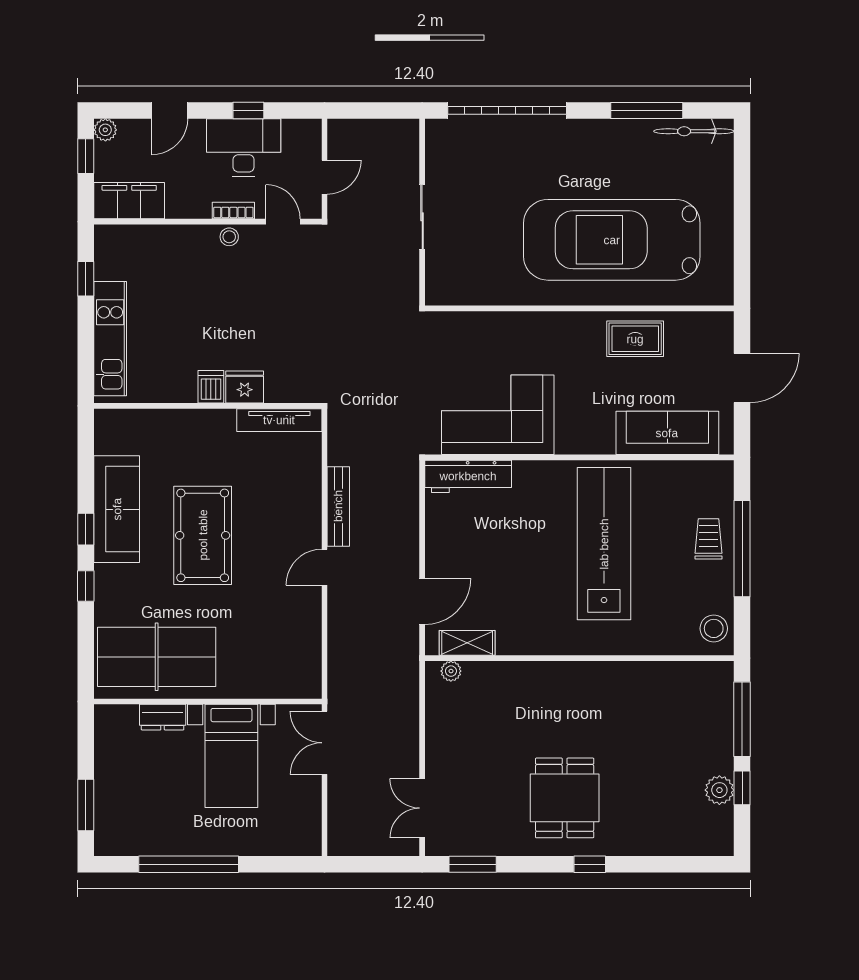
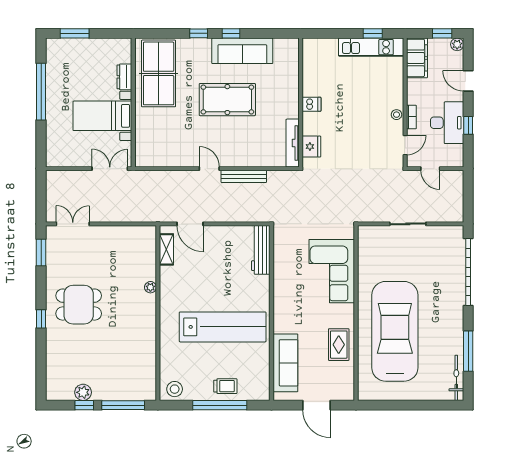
kitchen unit: (110, 339) -> (371, 47), moved
fridge: (245, 387) -> (311, 147), moved
corner sofa: (498, 415) -> (332, 271), moved, turned 180
plant: (451, 671) -> (150, 287), moved

